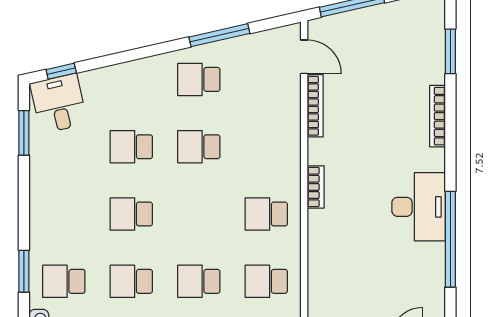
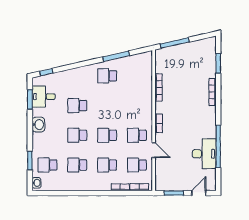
door: (304, 57) -> (154, 150), moved
desk: (59, 104) -> (44, 97), moved, turned -77
school desk: (199, 147) -> (107, 135), moved
washbasin: (43, 190) -> (38, 125), added
desk: (419, 207) -> (204, 154), moved

